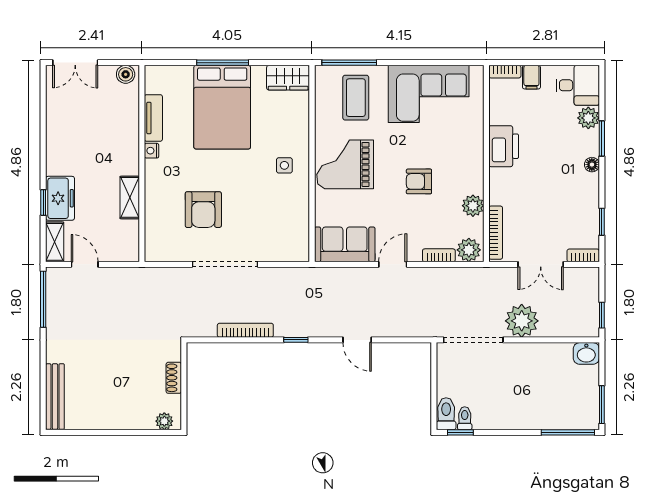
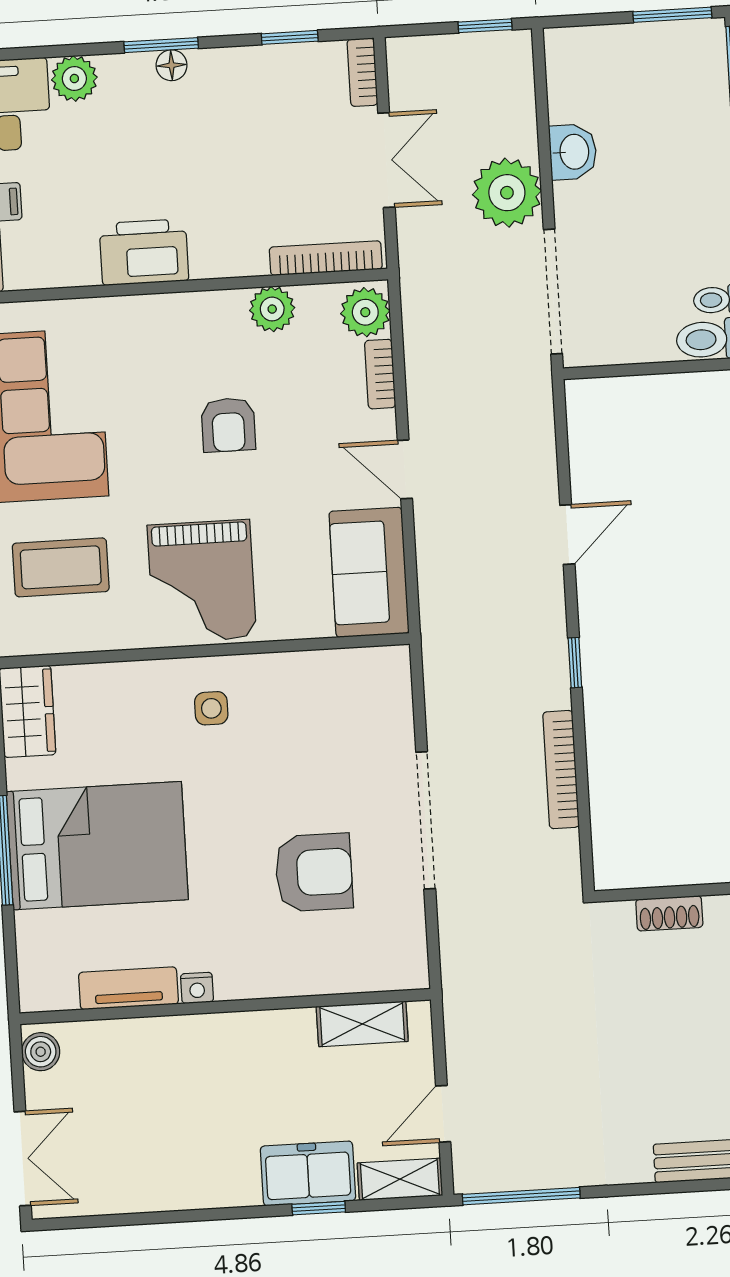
window: (602, 139) -> (161, 45), moved
shelving: (130, 197) -> (362, 1024), moved
washbasin: (586, 353) -> (573, 152), moved

